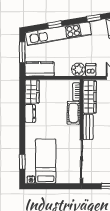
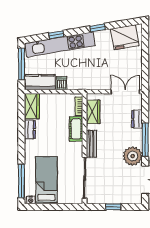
window: (22, 52) -> (21, 64), width x1.44
plant: (78, 70) -> (81, 83), removed
dishwasher: (91, 70) -> (62, 83), moved
wardrobe: (90, 97) -> (93, 112), width x0.67
window: (22, 162) -> (21, 181), width x2.17

